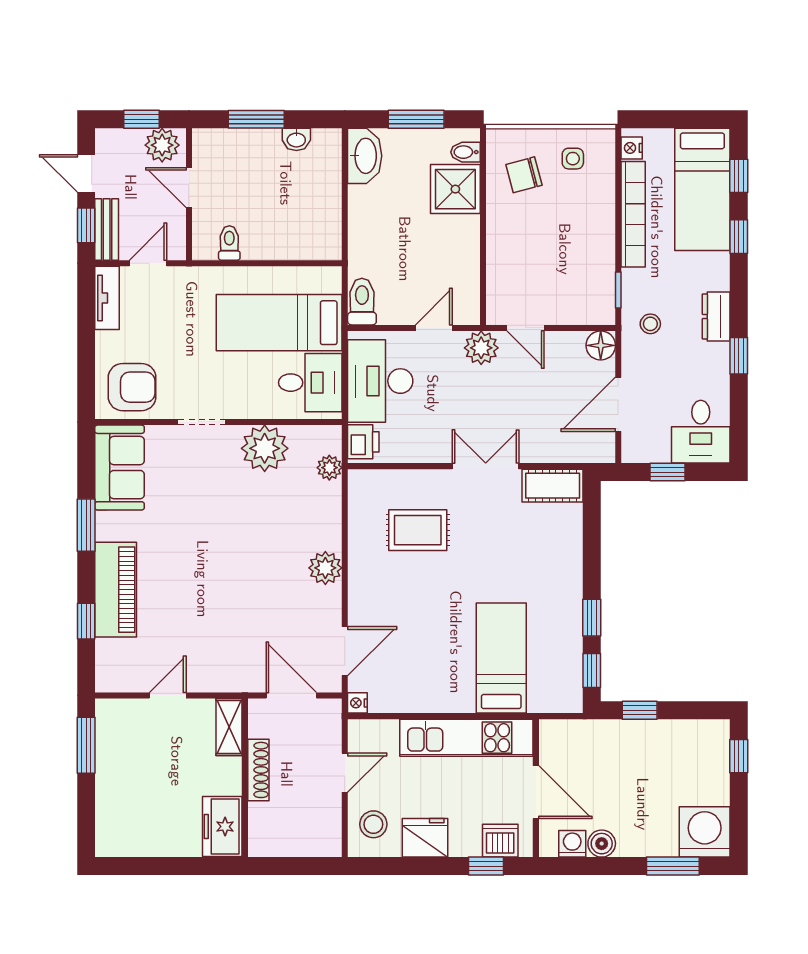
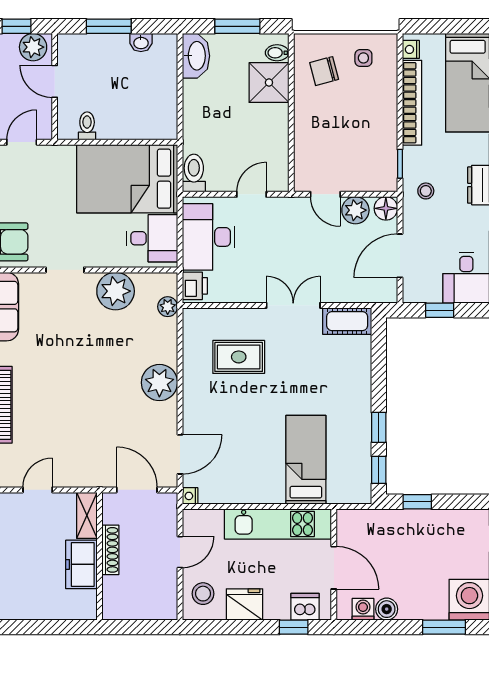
bed: (279, 323) -> (127, 179), width x1.50
plant: (481, 348) -> (355, 210), moved
plant: (325, 568) -> (159, 383), width x1.36, depth x1.36
freezer: (222, 827) -> (81, 564), moved

